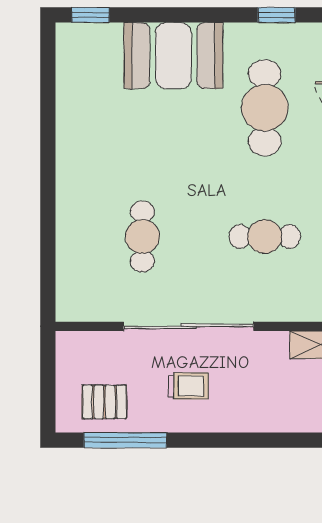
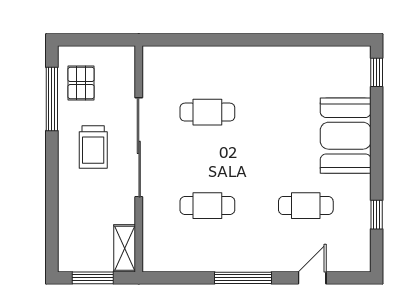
cafe table: (265, 108) -> (306, 206), width x0.73, depth x0.74
cafe table: (265, 237) -> (207, 206), turned 90
trolley: (188, 386) -> (93, 147), width x1.36, depth x1.39

